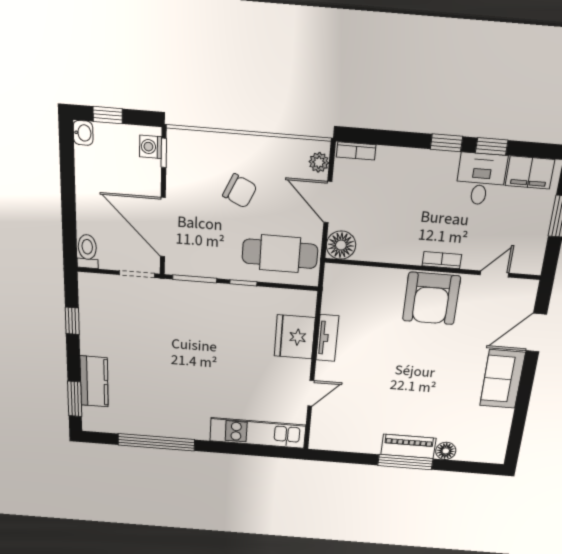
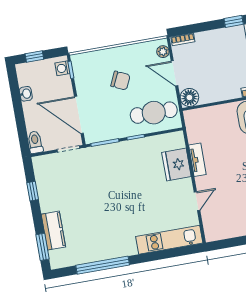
washbasin: (83, 133) -> (26, 94), moved

